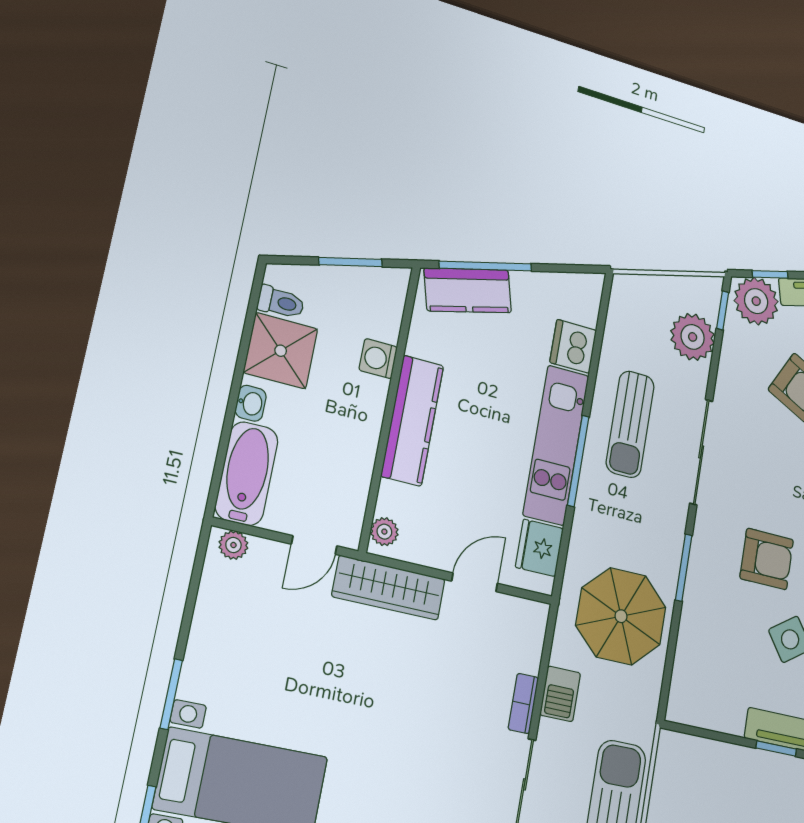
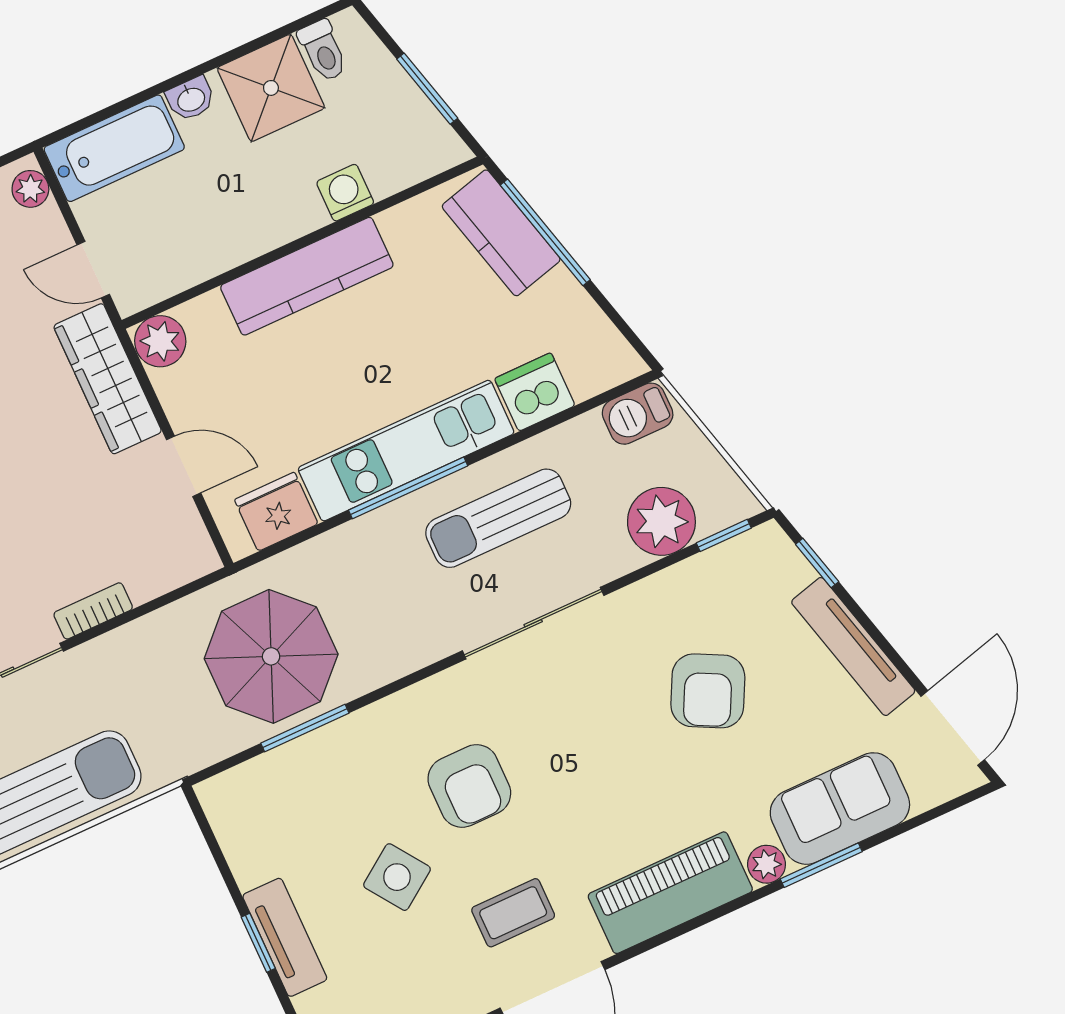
plant: (756, 301) -> (770, 568), removed
plant: (384, 532) -> (160, 341), width x1.38, depth x1.38
window: (684, 568) -> (305, 728), moved
barbecue: (560, 694) -> (638, 414), moved

